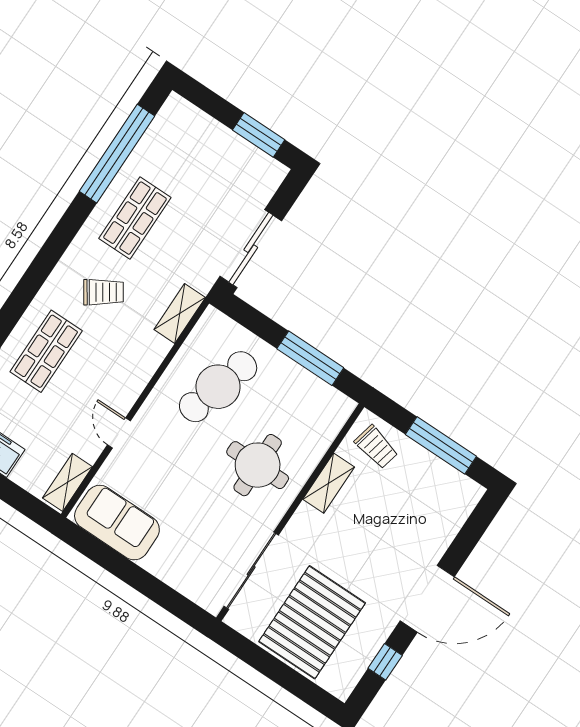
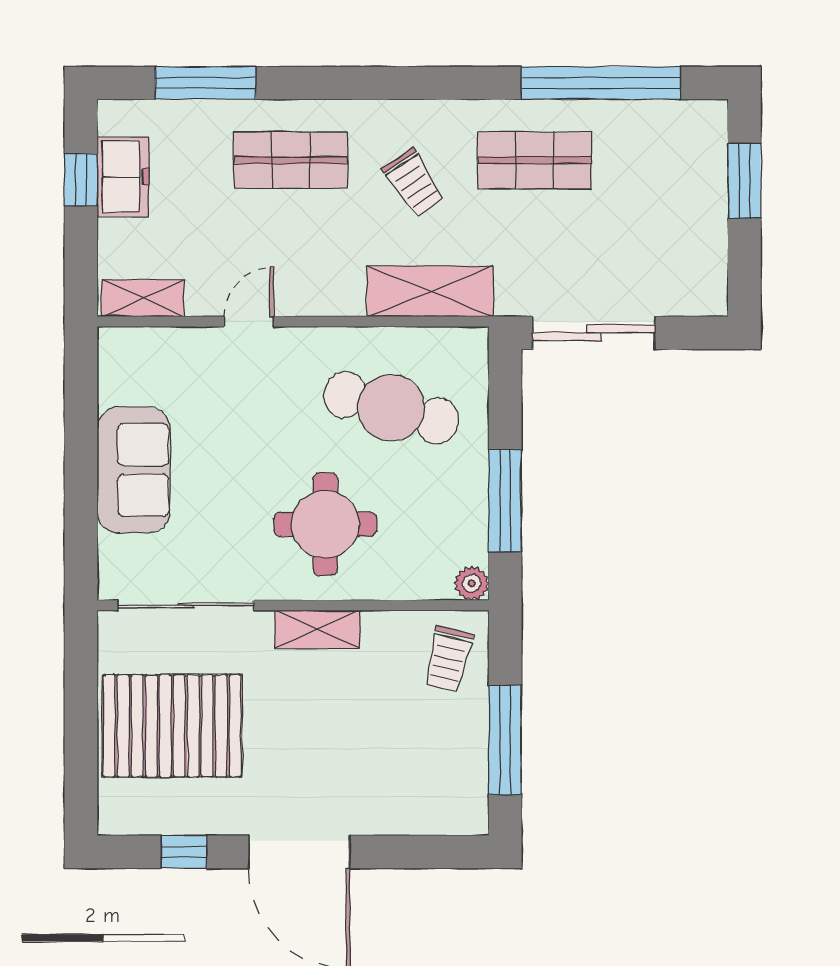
window: (259, 135) -> (744, 181), moved
shelving: (180, 314) -> (430, 291), width x1.50, depth x1.33
plant: (343, 407) -> (472, 583), added
shelving: (329, 483) -> (318, 629), moved
sofa: (117, 523) -> (134, 470), moved

